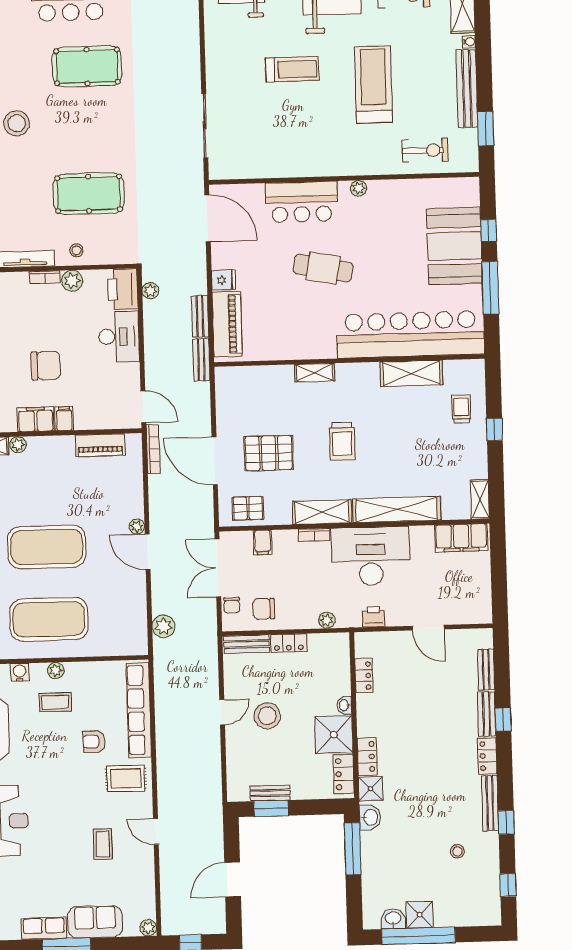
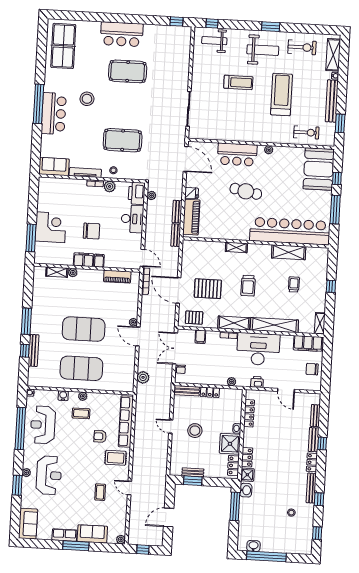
booth: (454, 246) -> (319, 169), moved
trolley: (461, 409) -> (294, 284), moved
chair: (264, 609) -> (312, 369), moved
locker: (364, 676) -> (249, 413), width x1.53
door: (222, 712) -> (171, 427), swing flipped
shower: (420, 915) -> (268, 545), removed

